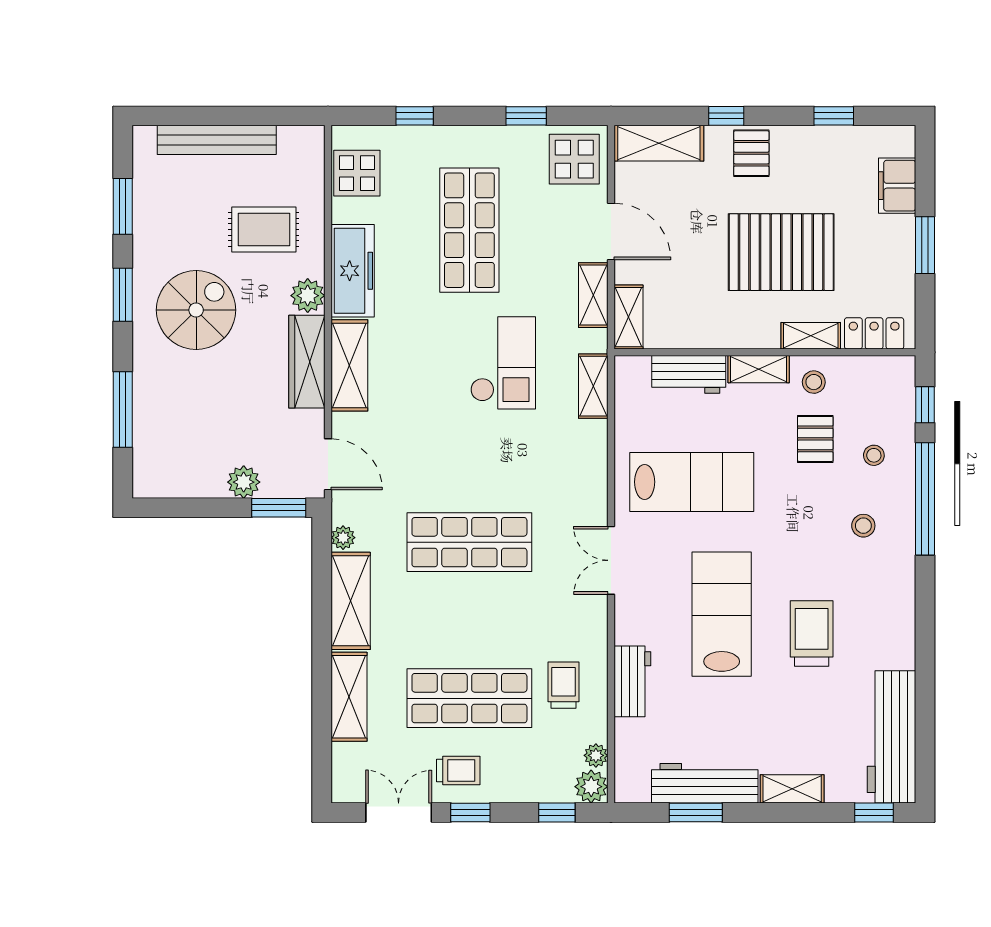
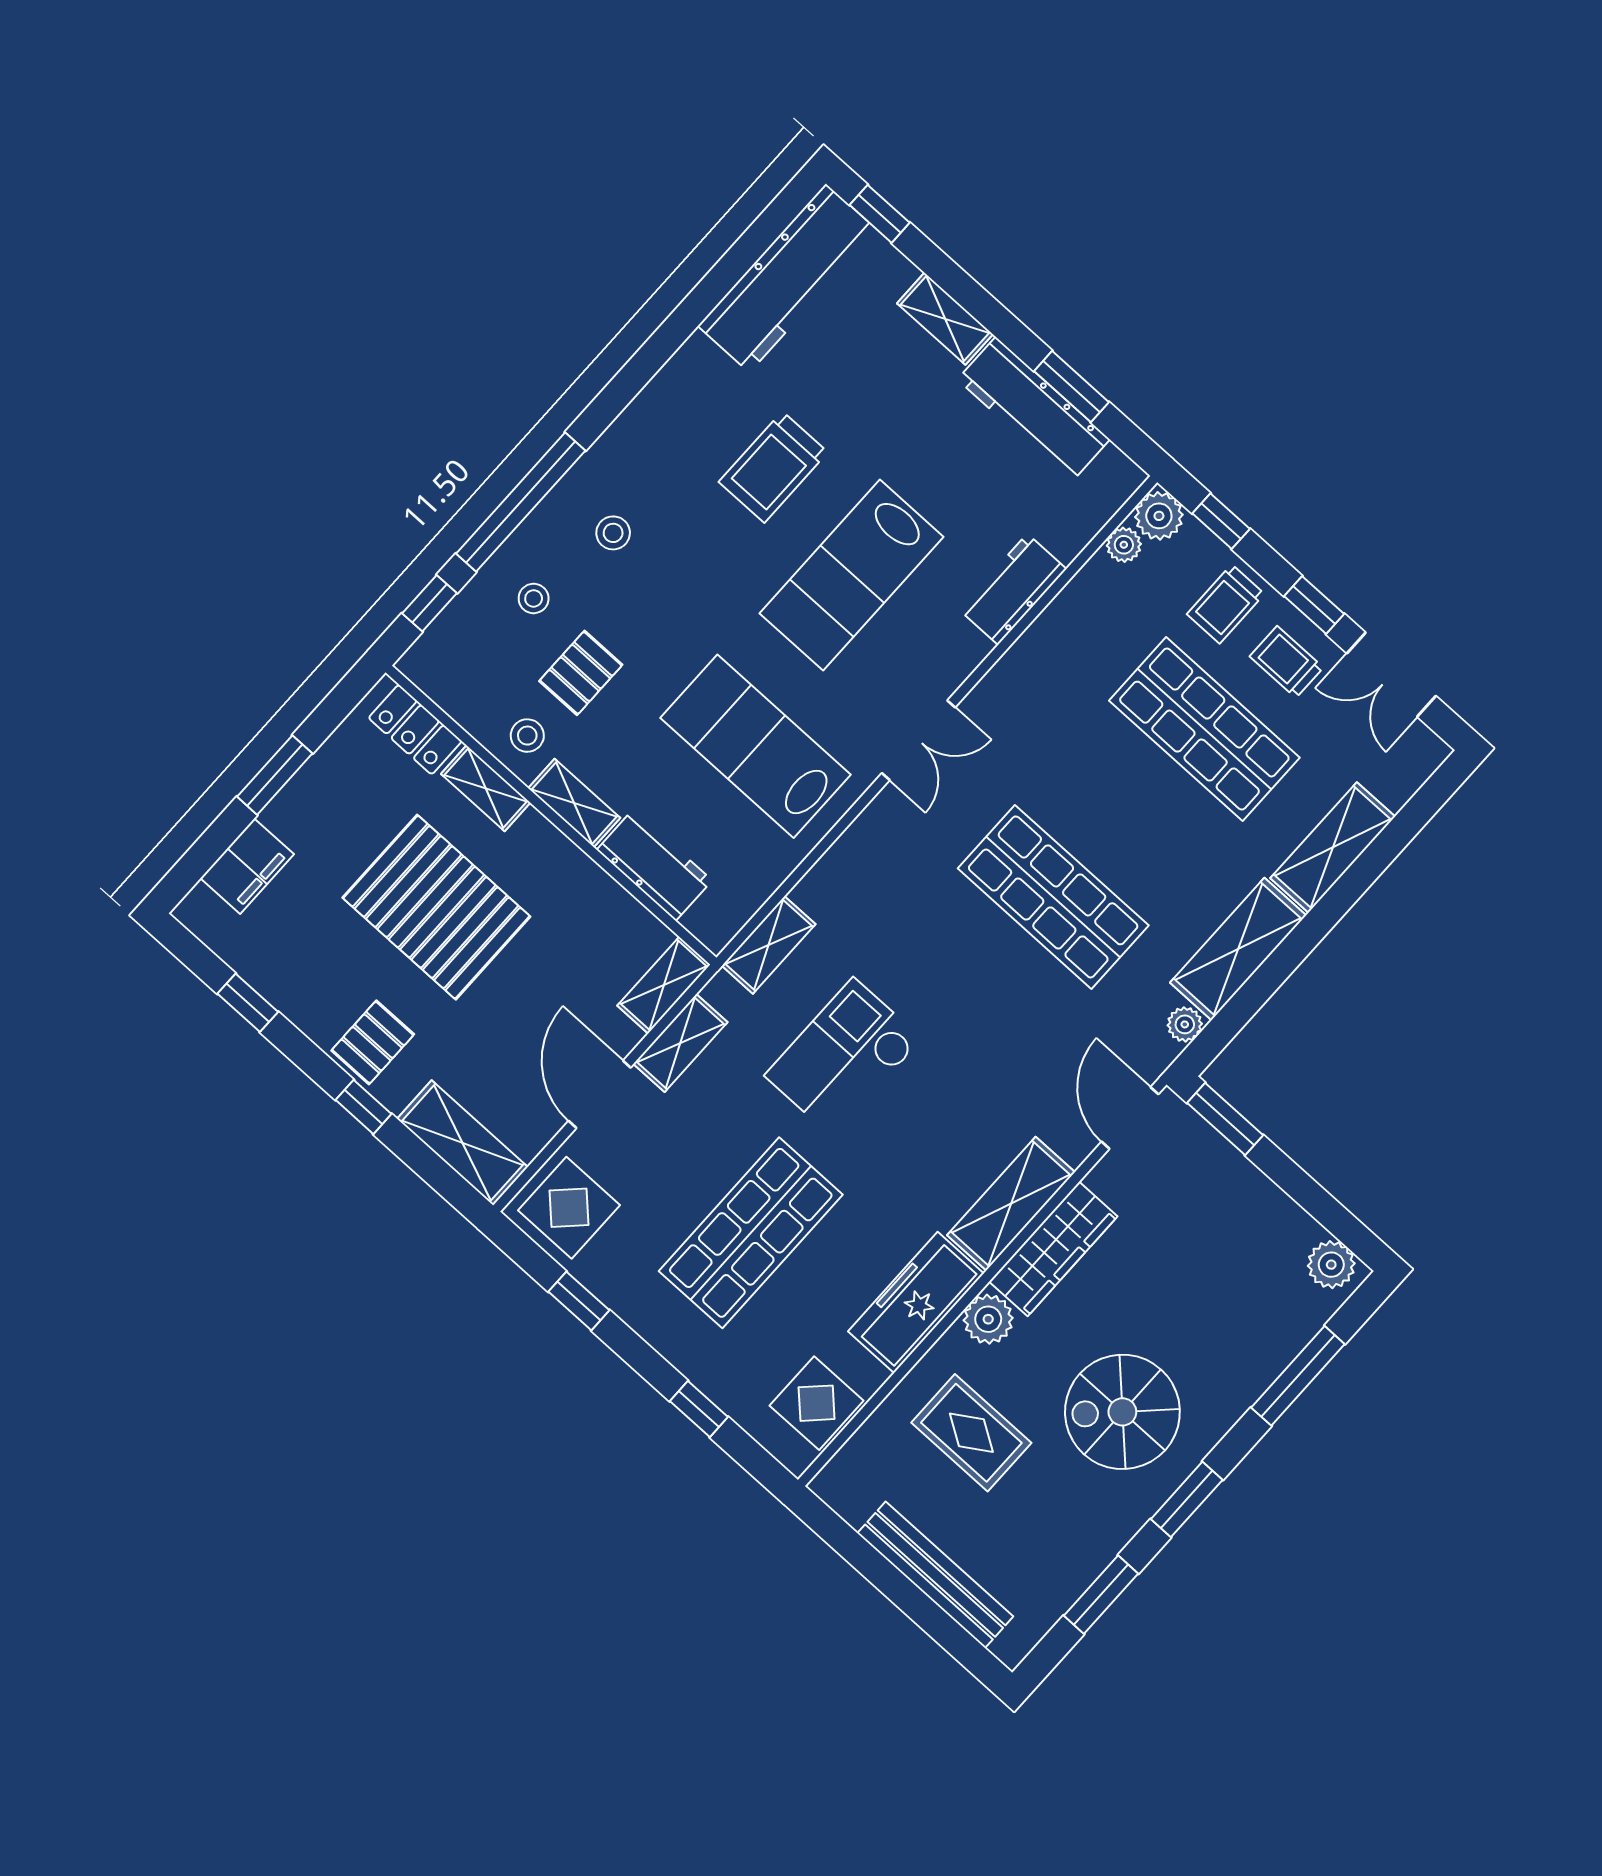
plant: (244, 482) -> (1331, 1265), moved
trolley: (563, 685) -> (1226, 604), moved

